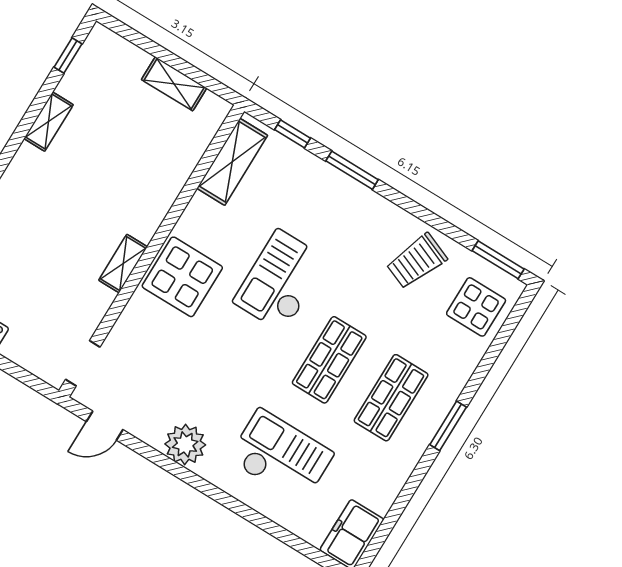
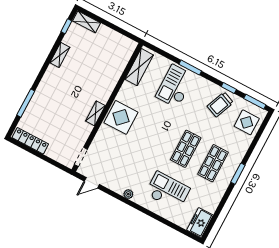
shelving: (174, 84) -> (87, 22), moved
window: (292, 134) -> (229, 88), moved
checkout: (281, 281) -> (175, 86), moved
plant: (185, 444) -> (128, 194), width x0.53, depth x0.53

